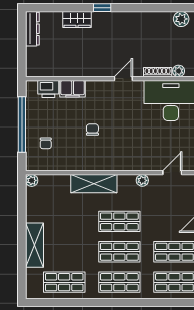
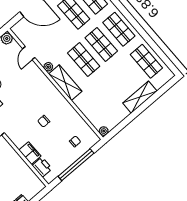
door: (172, 173) -> (29, 53), hinge flipped
shelving: (94, 184) -> (65, 83), moved

